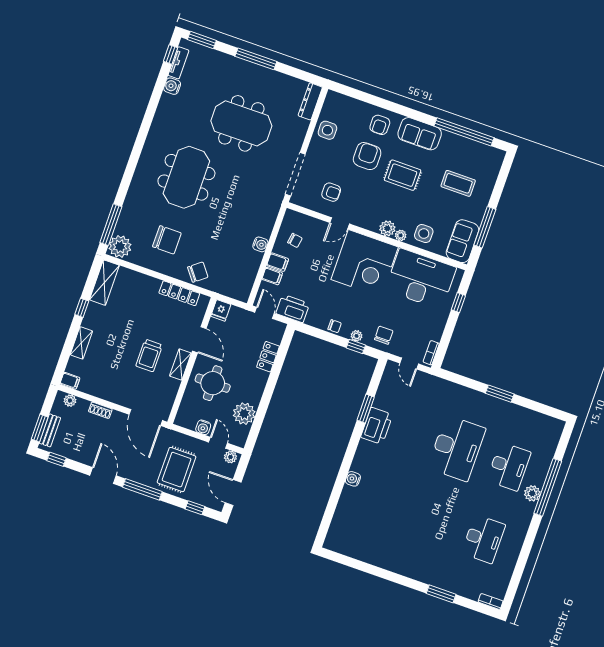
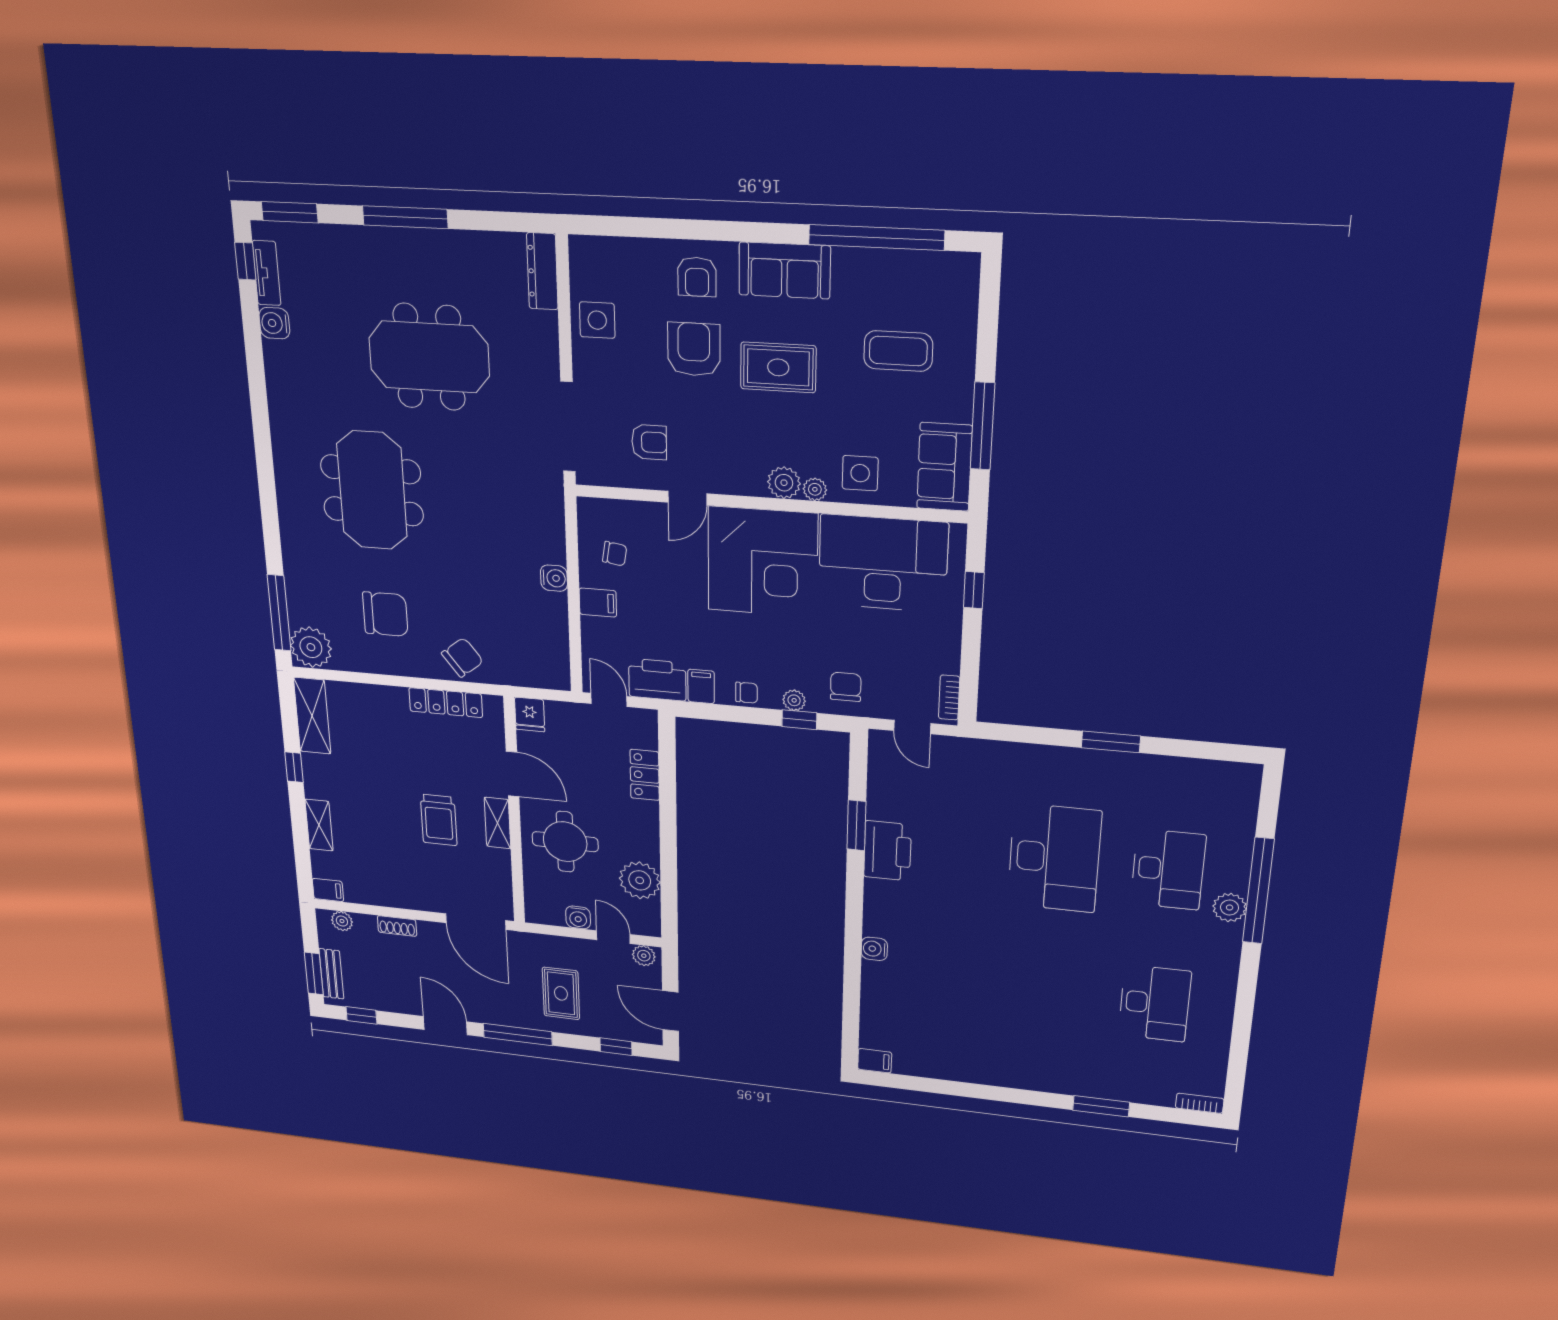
filing cabinet: (272, 276) -> (701, 686), moved, turned -90
rug: (177, 470) -> (561, 993), width x0.73, depth x0.70
filing cabinet: (332, 544) -> (875, 1061), added

